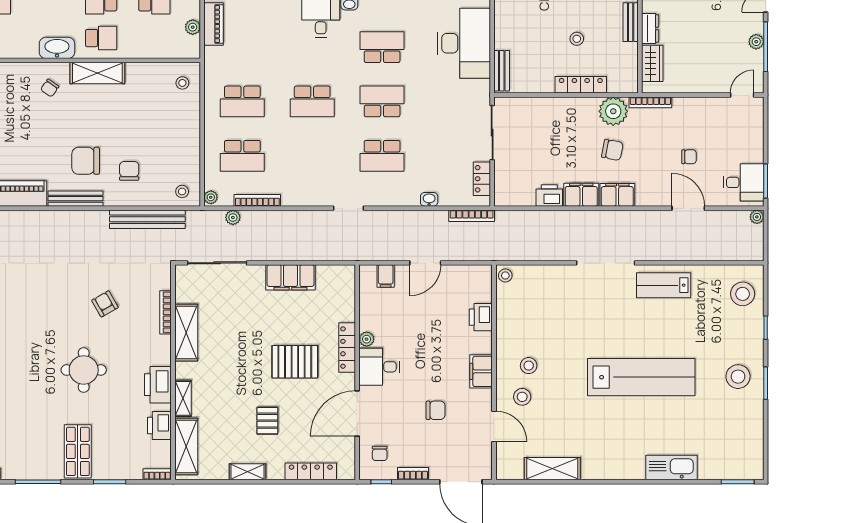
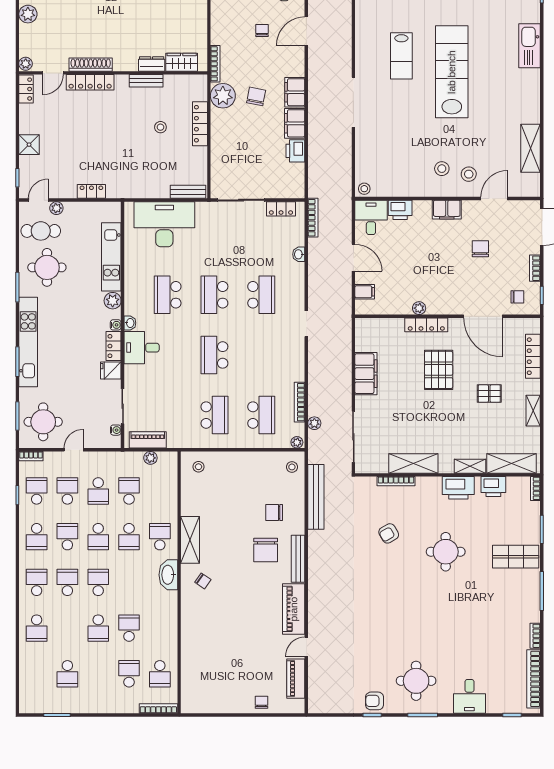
school desk: (312, 101) -> (214, 355), turned 180
lab bench: (664, 285) -> (401, 56), moved
desk: (379, 367) -> (371, 217), moved, turned 180

